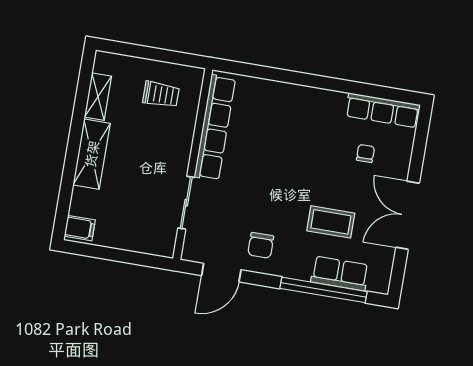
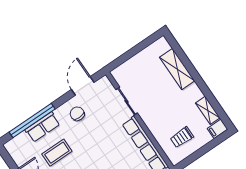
shelving: (92, 154) -> (177, 69), moved
filing cabinet: (80, 228) -> (217, 129), moved
row of seats: (340, 273) -> (42, 127), moved

